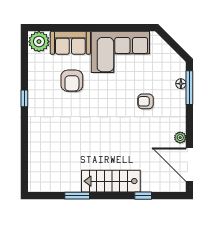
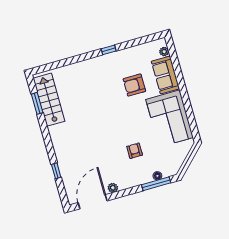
plant: (39, 42) -> (164, 52), width x0.53, depth x0.53
stairs: (111, 181) -> (49, 100), moved
window: (77, 196) -> (37, 103), moved

